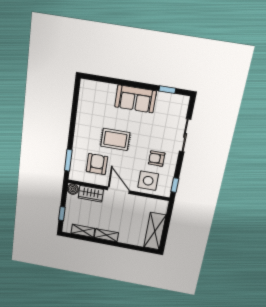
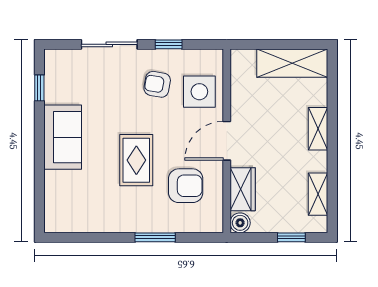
armchair: (157, 159) -> (157, 84), turned 100
window: (68, 160) -> (155, 237), moved
armchair: (97, 164) -> (186, 186), turned 180
window: (175, 185) -> (169, 44), moved
shelving: (106, 235) -> (318, 129), moved

